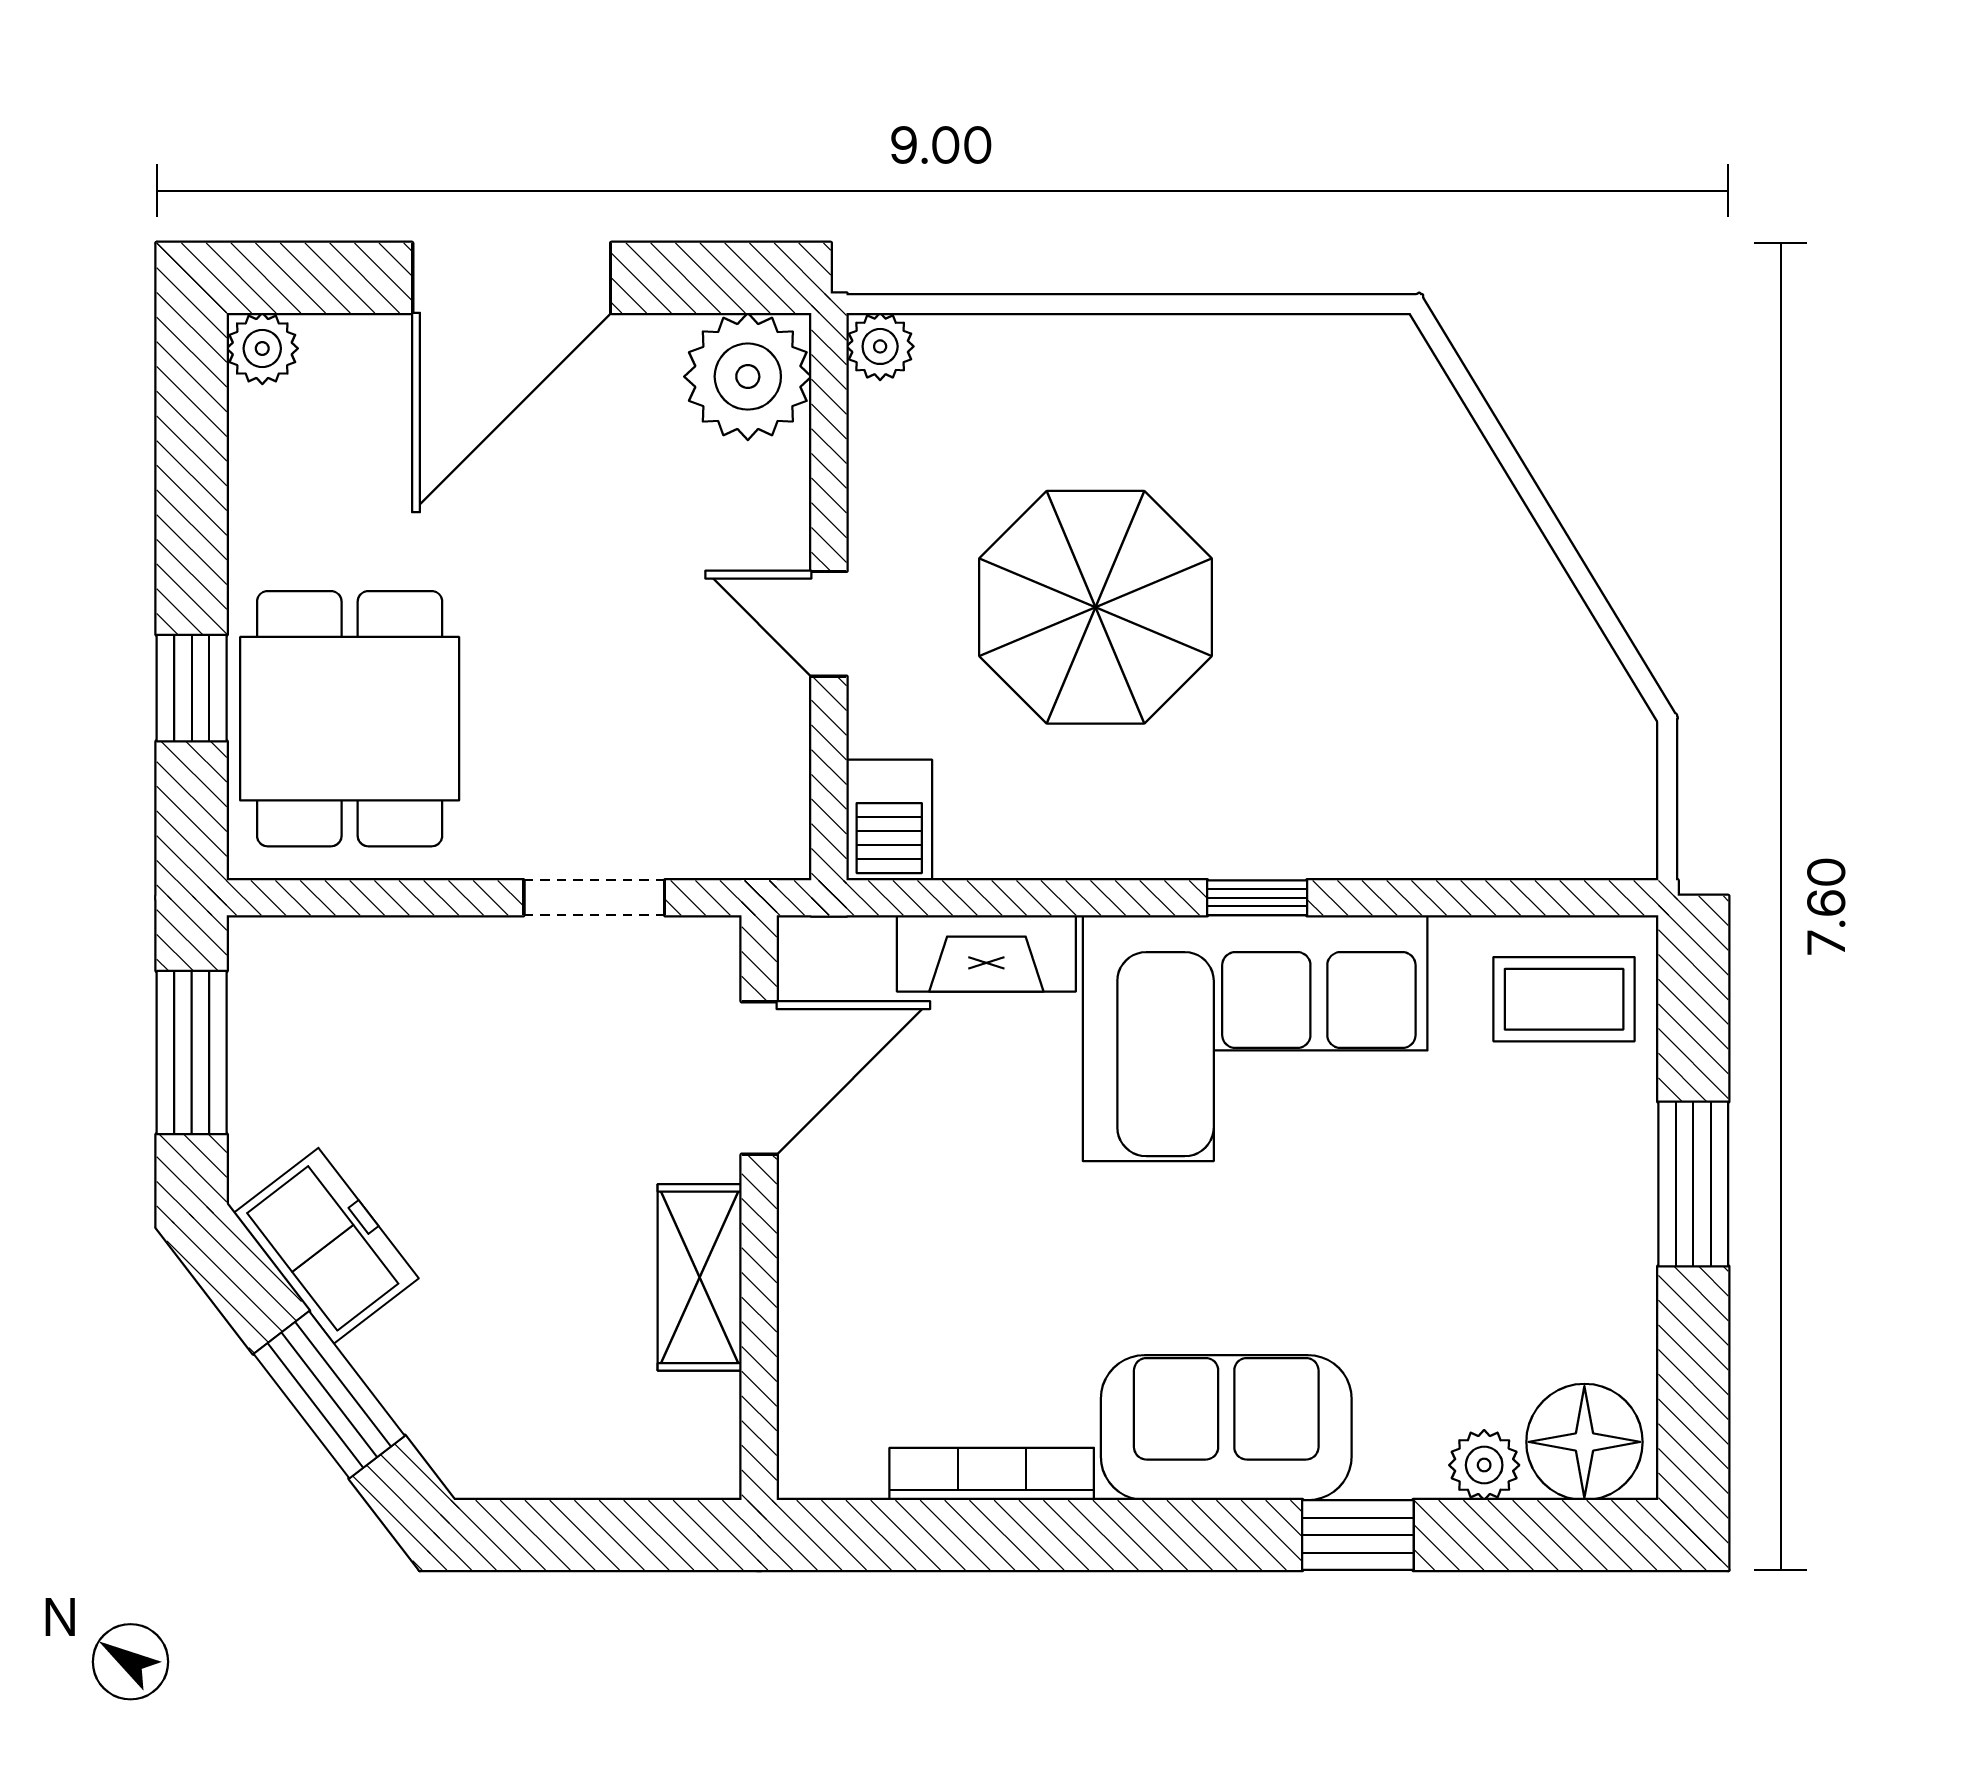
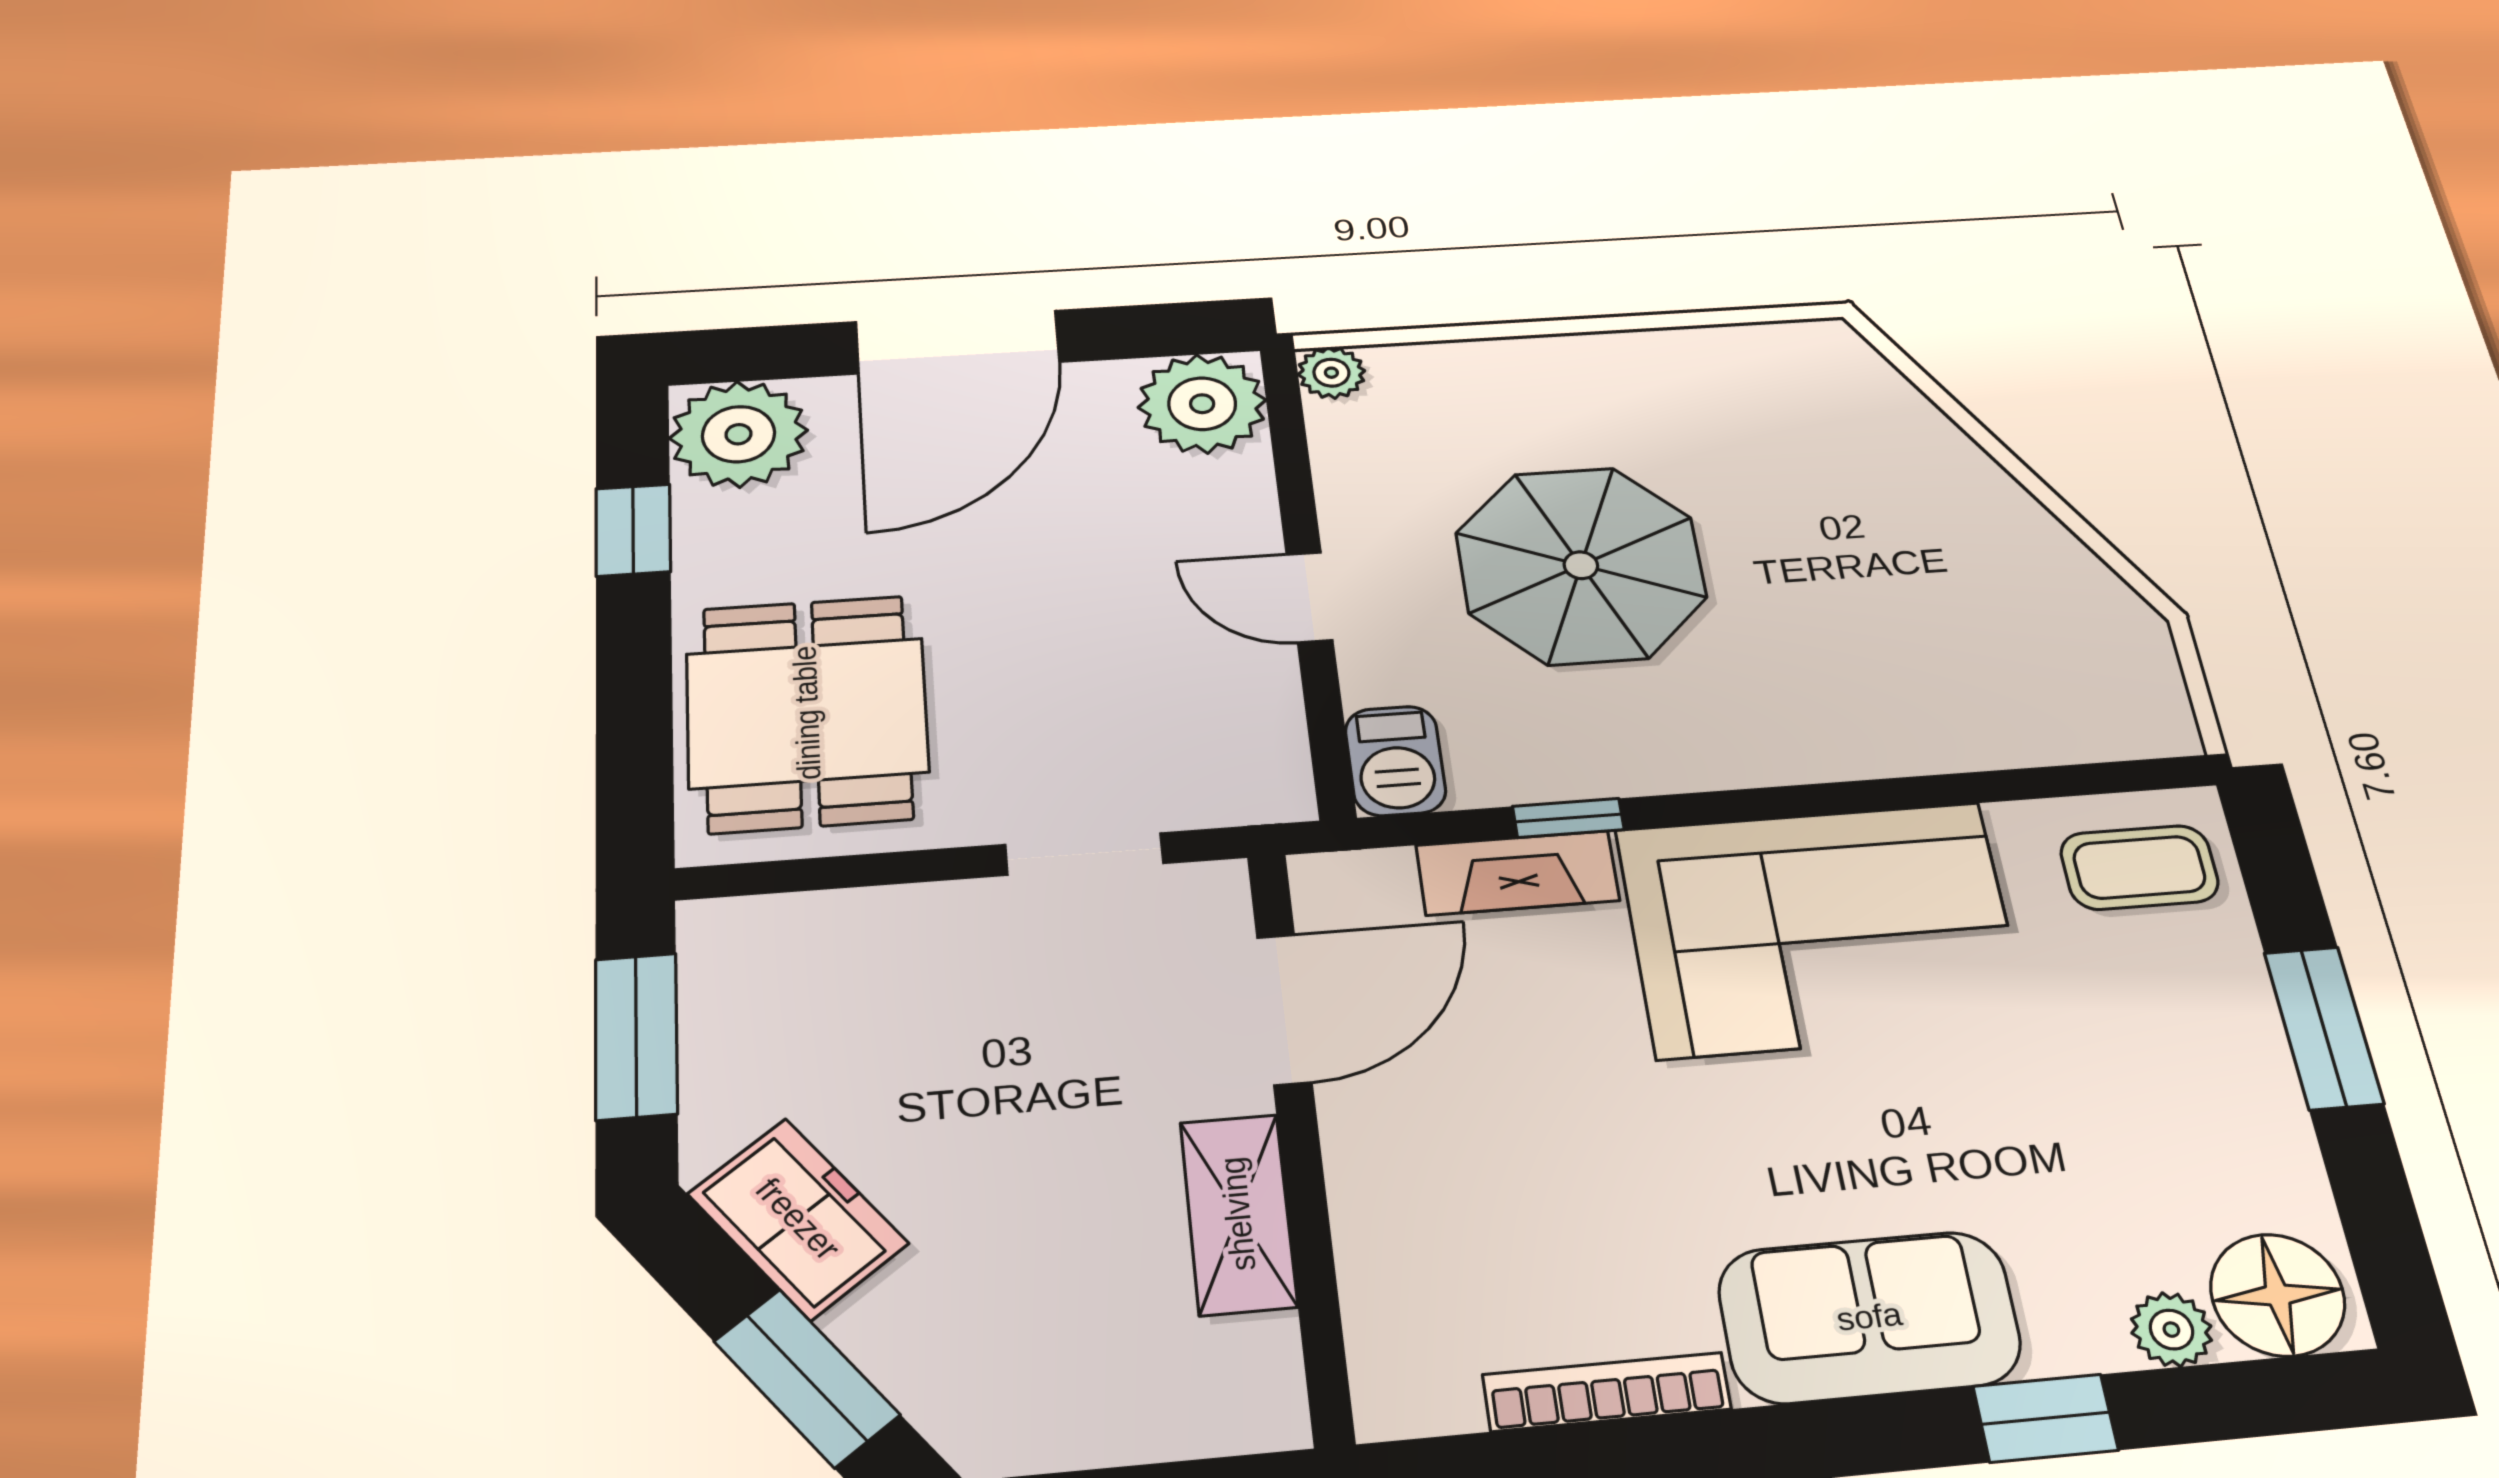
plant: (262, 348) -> (738, 434), width x1.87, depth x1.87
window: (192, 688) -> (633, 530), moved
window: (1257, 898) -> (1568, 818), moved

